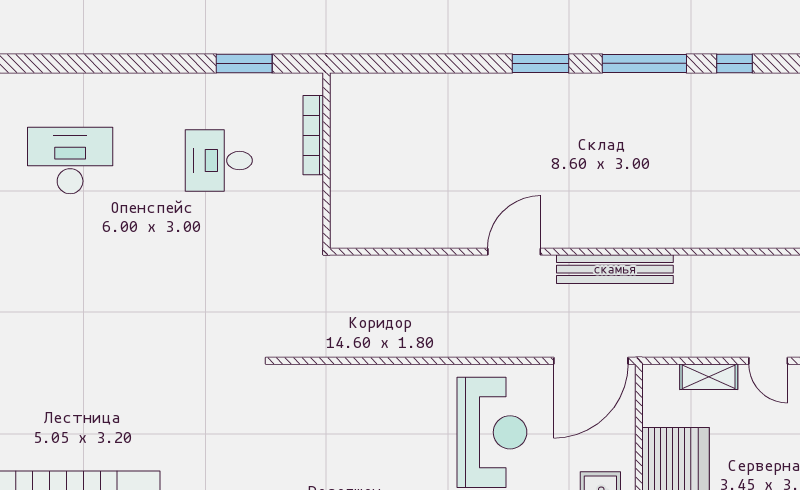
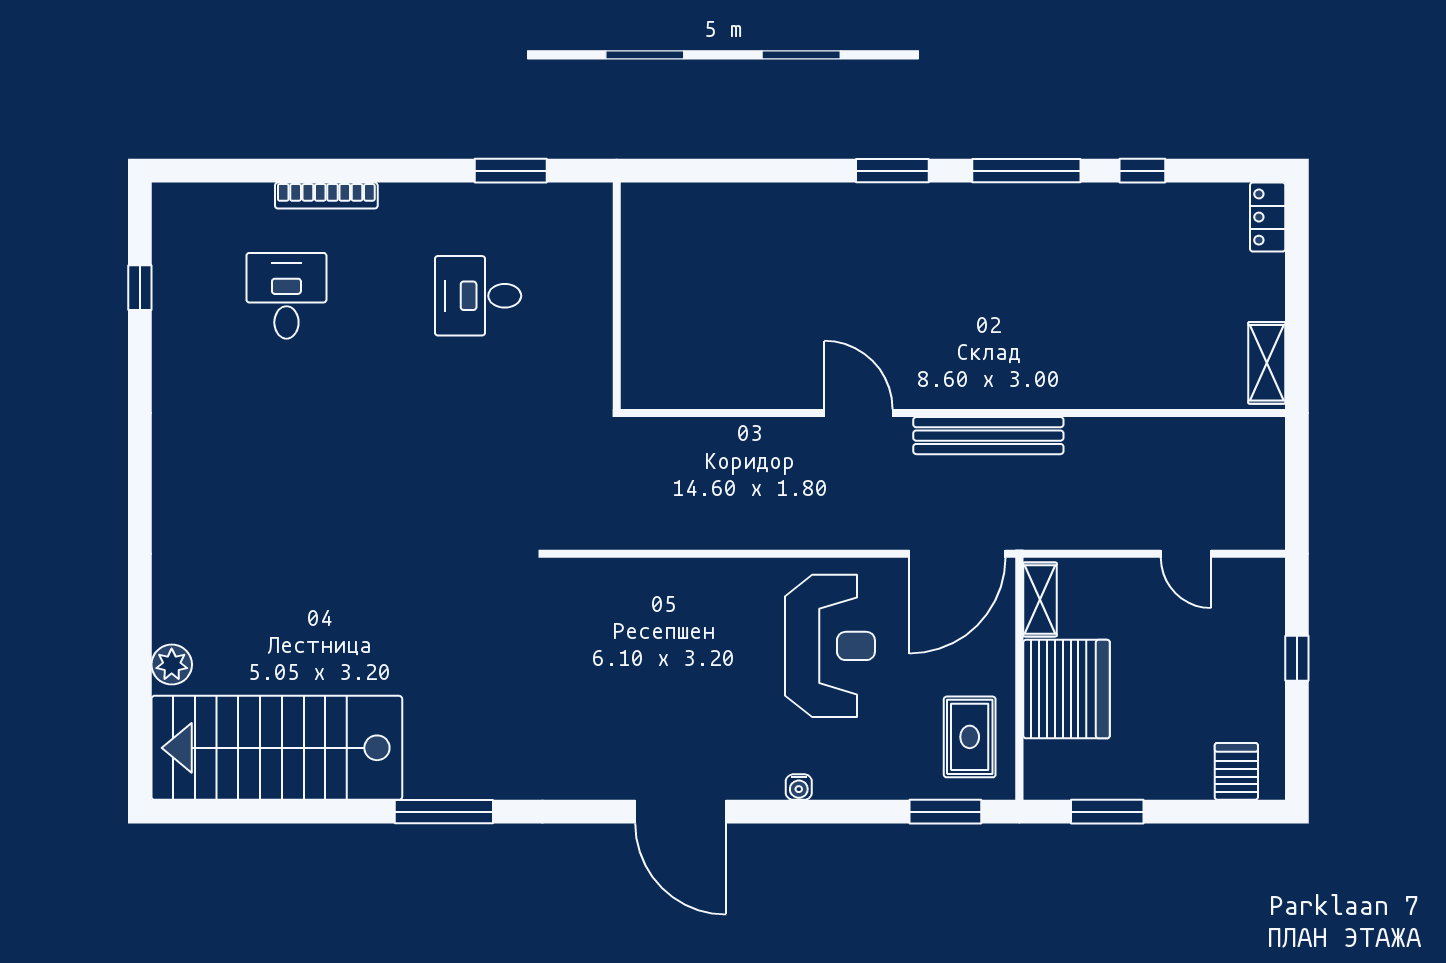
bookcase: (313, 135) -> (326, 196), moved, turned -90
desk: (70, 161) -> (286, 296), width x0.73
door: (514, 252) -> (858, 413), hinge flipped
shelving: (709, 377) -> (1040, 599), moved, turned 90

